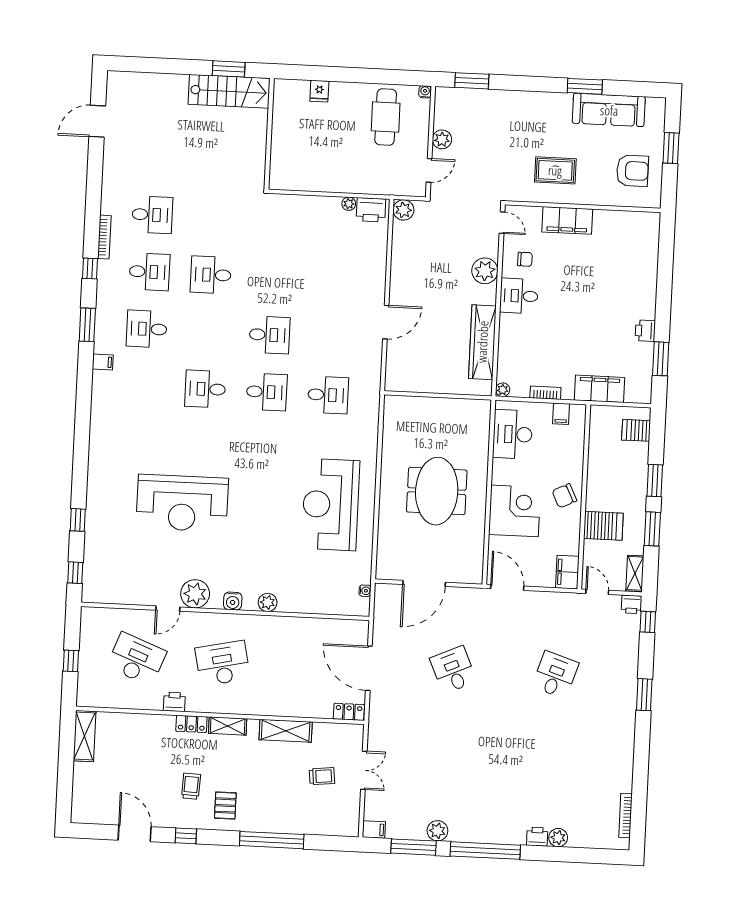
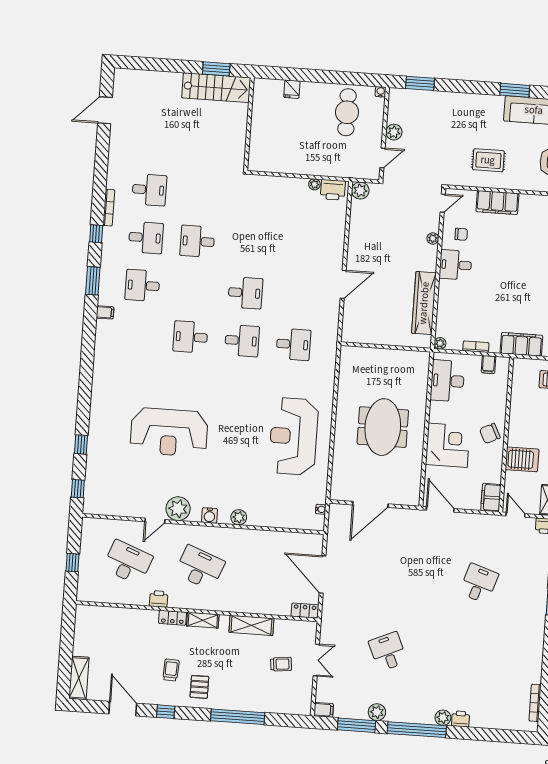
door: (502, 223) -> (443, 203), hinge flipped
plant: (485, 271) -> (433, 238), width x0.53, depth x0.53
desk: (223, 663) -> (200, 568), turned 33
desk: (453, 670) -> (388, 652), moved
shelving: (85, 736) -> (79, 678), moved
plant: (558, 838) -> (443, 718), moved

